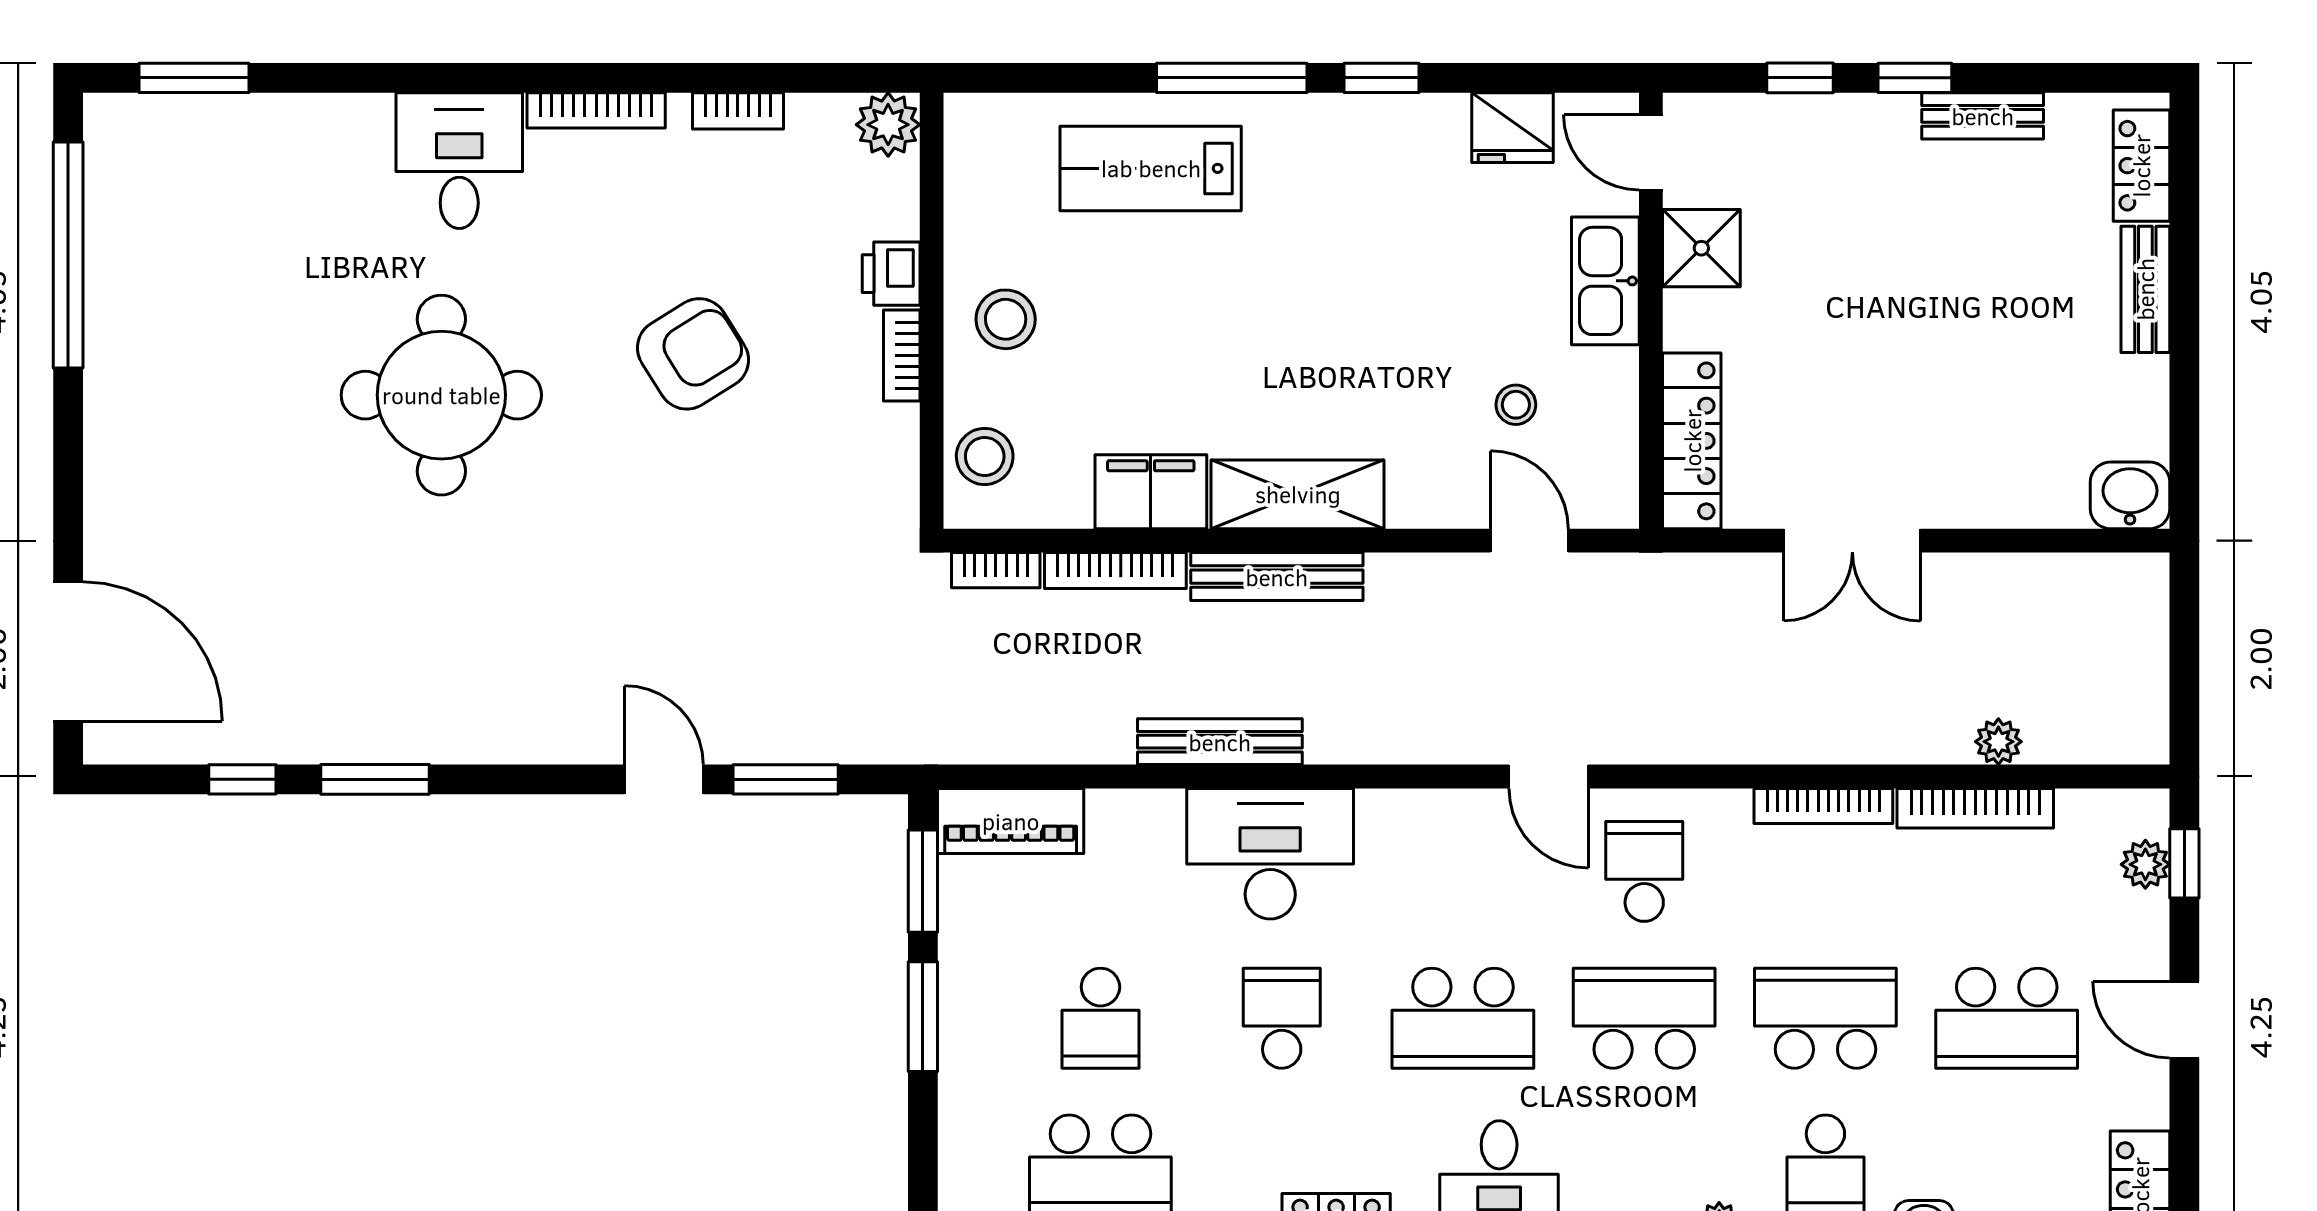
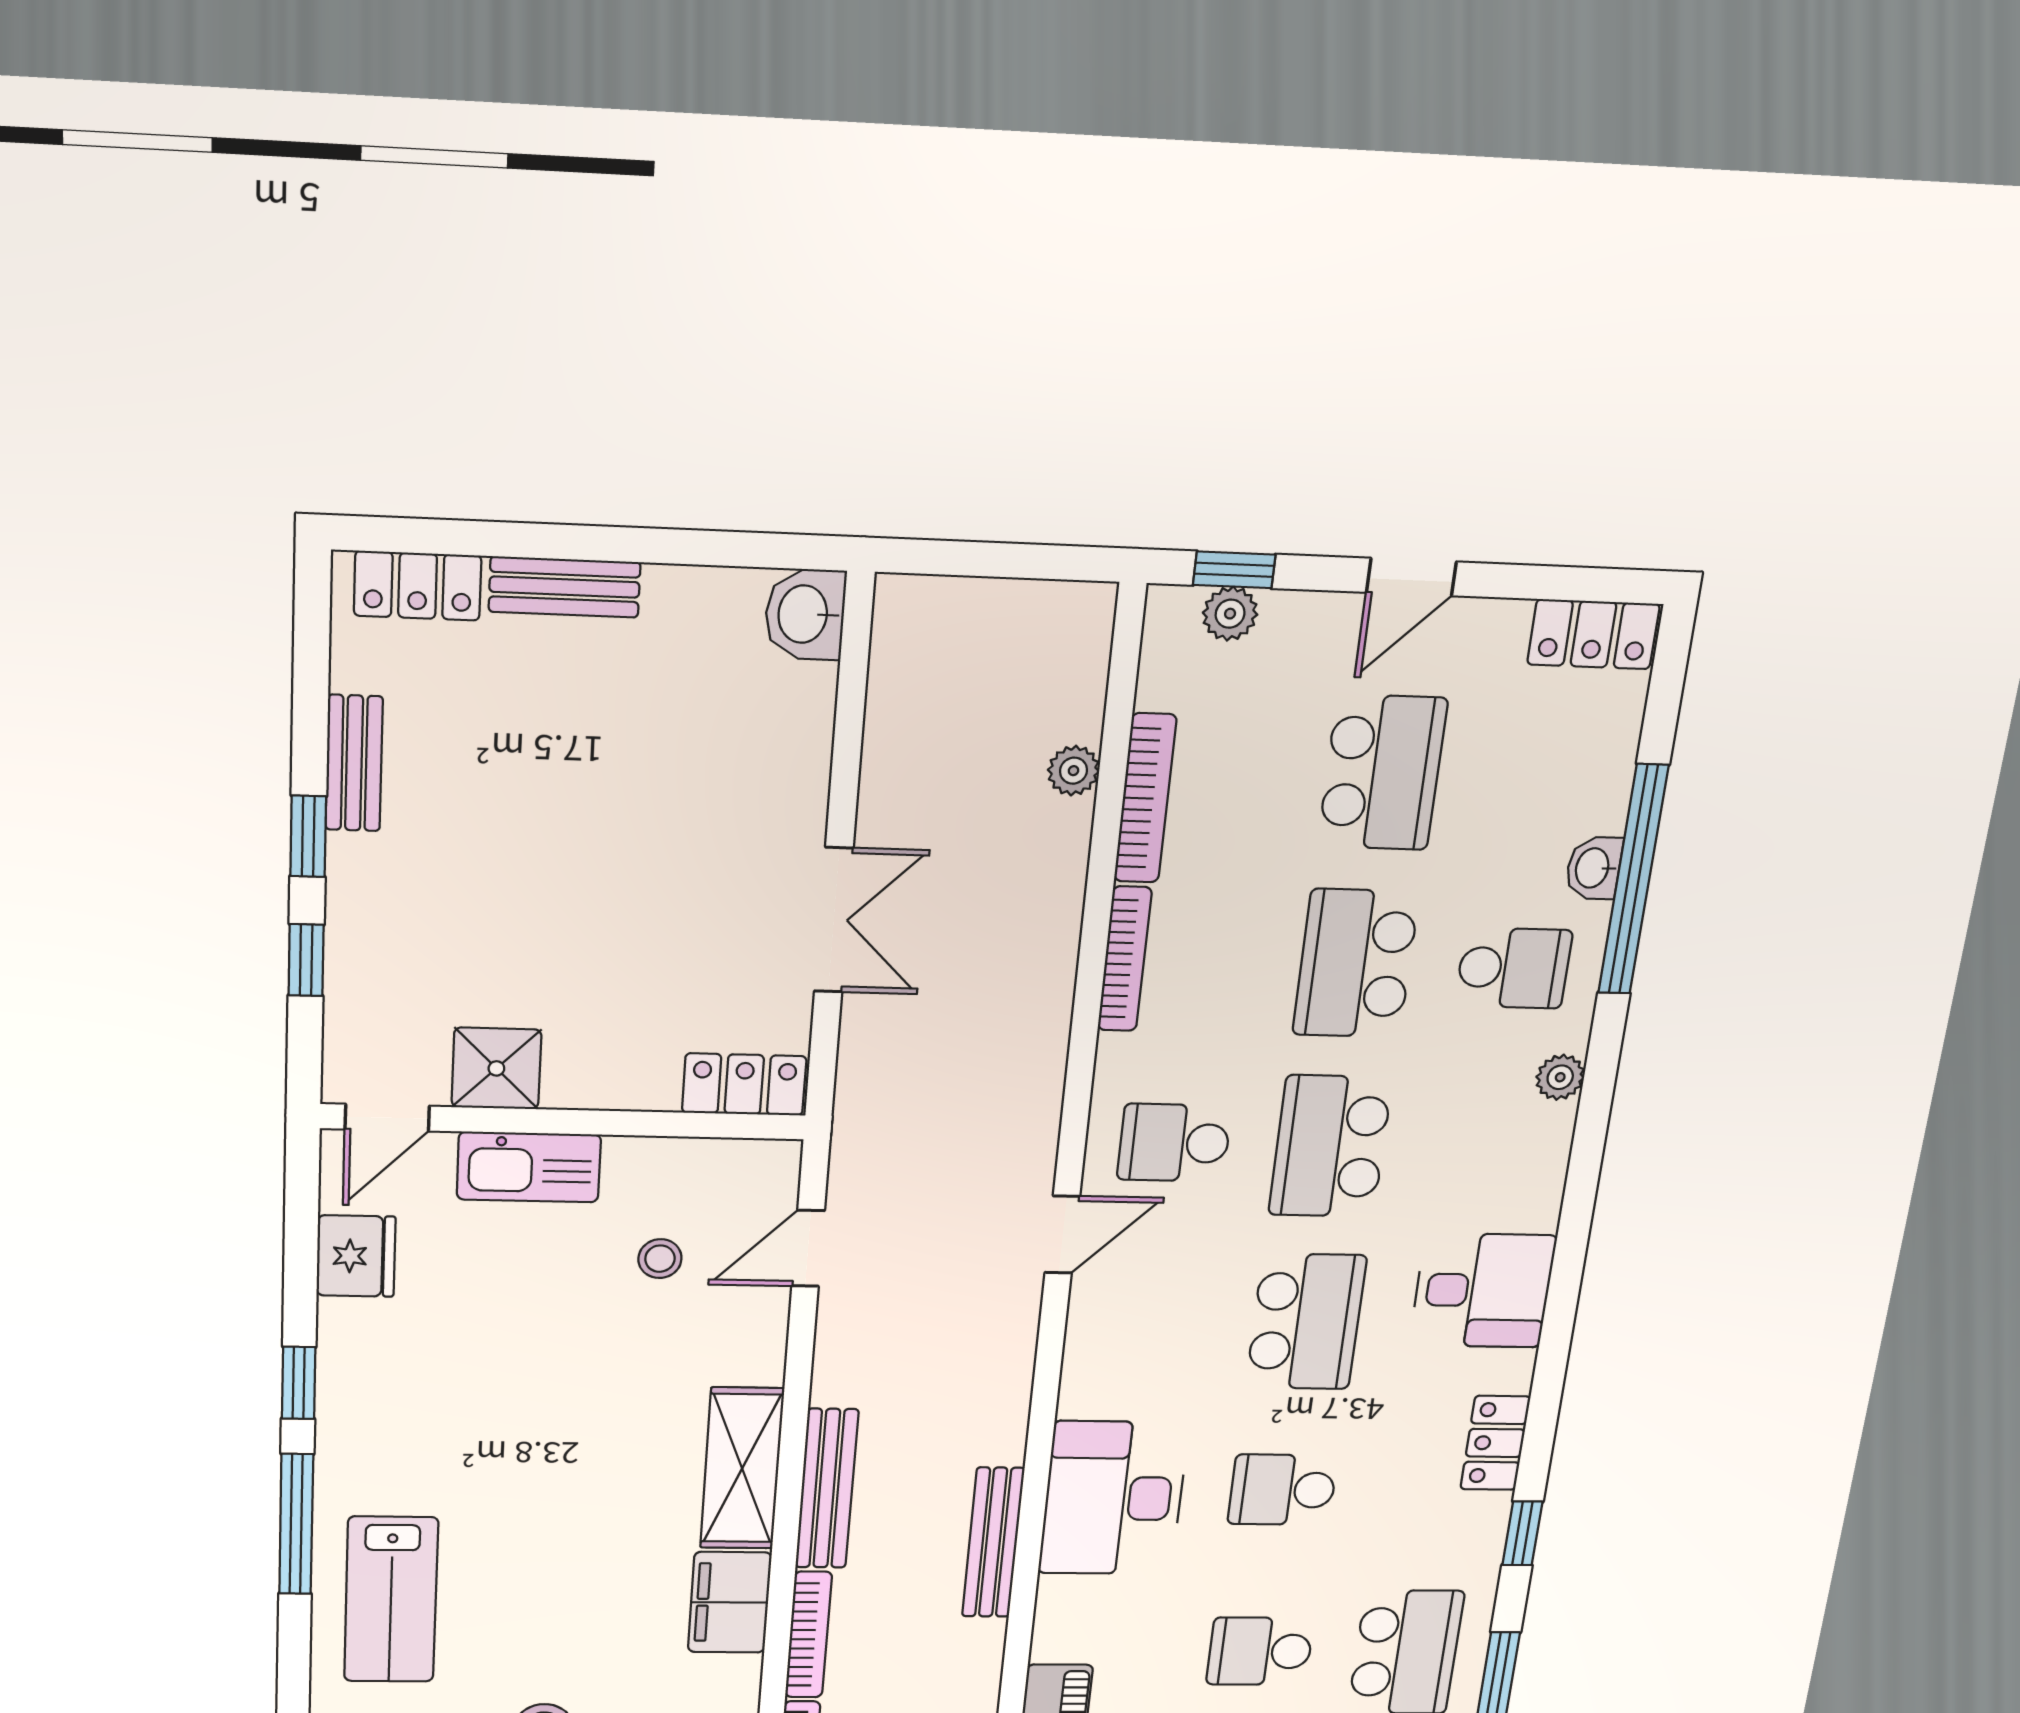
locker: (1692, 441) -> (744, 1084), width x0.66
school desk: (1100, 1018) -> (1260, 1651), turned 180

